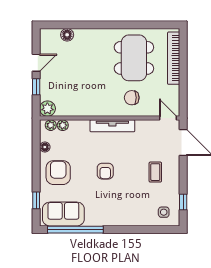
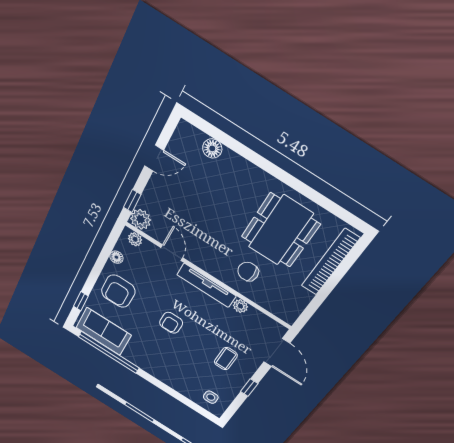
window: (36, 87) -> (132, 201), moved
door: (168, 118) -> (172, 253), moved
plant: (63, 125) -> (240, 306), moved
armchair: (58, 173) -> (118, 291), turned 180
window: (183, 202) -> (249, 388), moved

